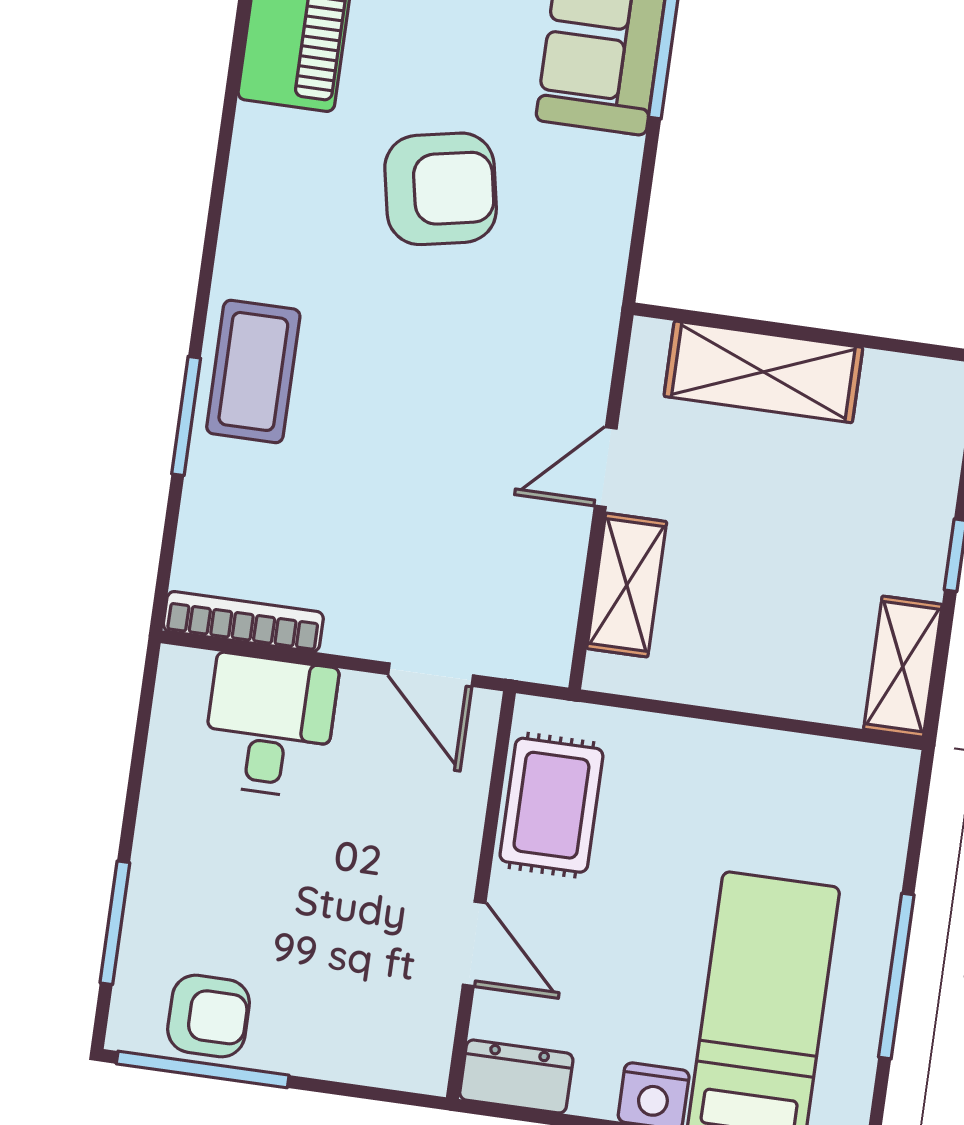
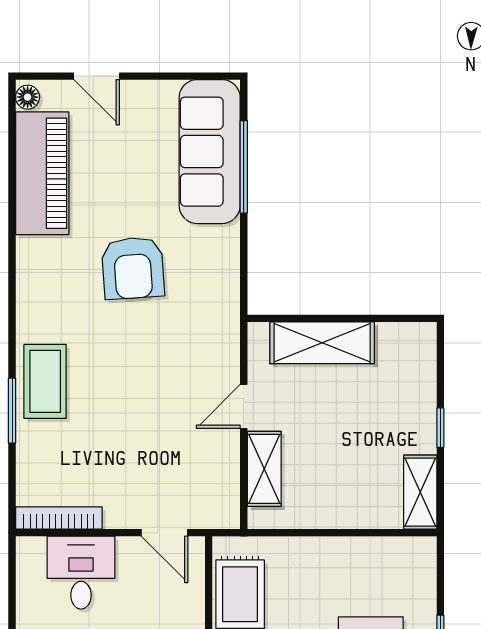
armchair: (441, 189) -> (133, 268), turned 97

